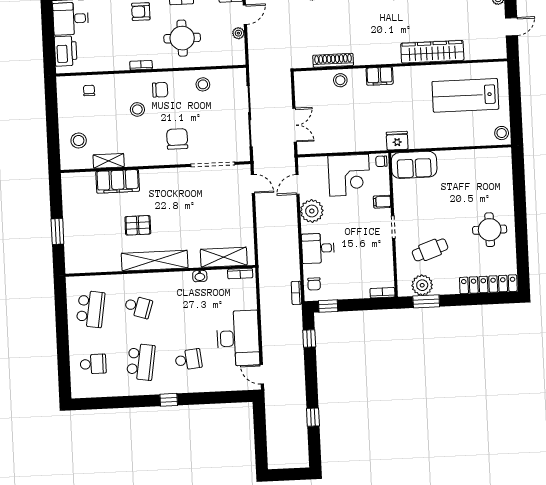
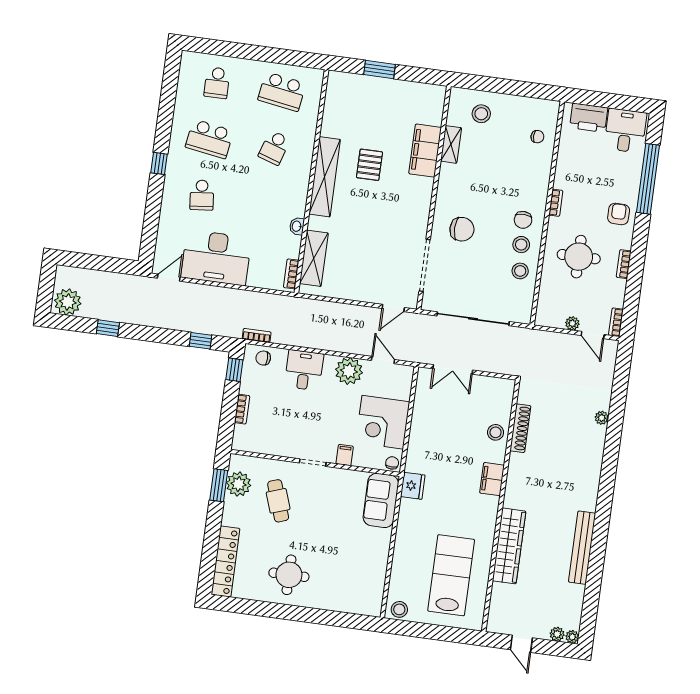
stool: (137, 109) -> (521, 245), moved
bookcase: (382, 293) -> (242, 409), moved
plant: (297, 454) -> (68, 302), added

